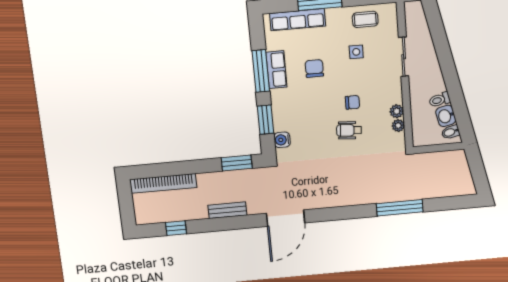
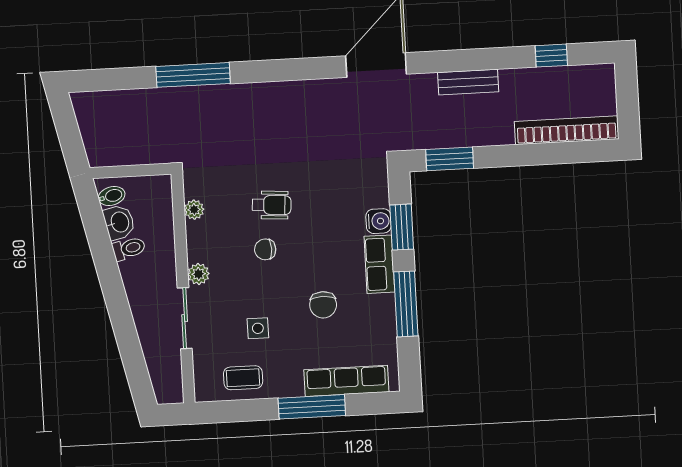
row of seats: (276, 70) -> (379, 264), moved
plant: (397, 111) -> (199, 274), moved
water cooler: (282, 140) -> (379, 221), moved

